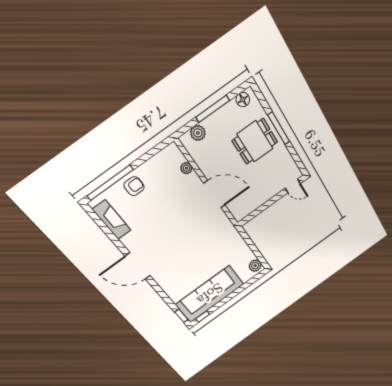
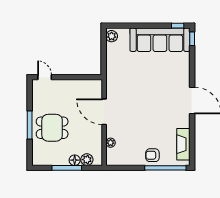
floor lamp: (243, 100) -> (75, 160), moved

